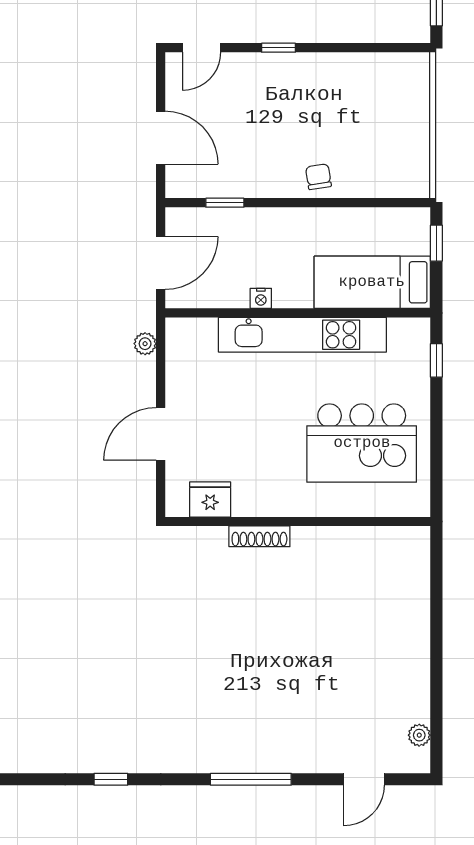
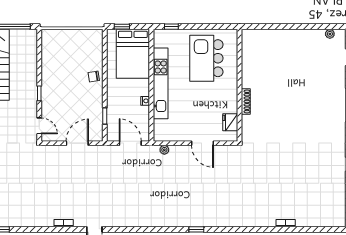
bed: (372, 282) -> (133, 54), width x1.50
kitchen island: (362, 443) -> (206, 58), turned 180

